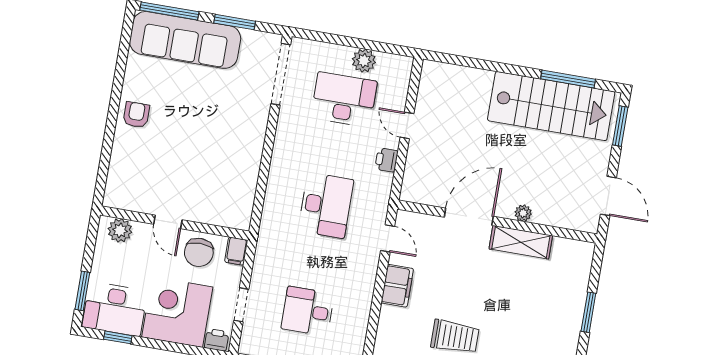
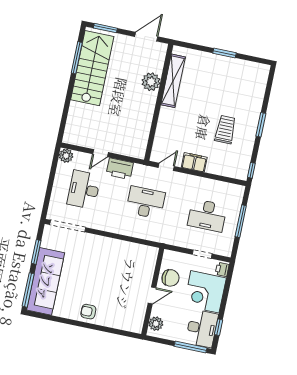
plant: (364, 61) -> (66, 156), moved
printer: (386, 160) -> (120, 169), width x1.87, depth x1.48
plant: (523, 213) -> (151, 82), width x1.88, depth x1.88
door: (469, 217) -> (155, 119), removed
shelving: (521, 242) -> (173, 81), width x1.47
filing cabinet: (236, 251) -> (170, 256), removed
window: (82, 291) -> (191, 347), width x1.44
desk: (308, 311) -> (207, 215), width x1.37
window: (588, 312) -> (224, 53), moved

